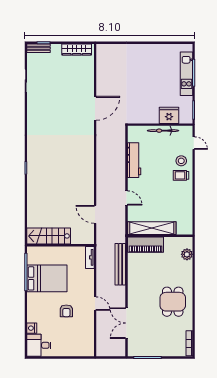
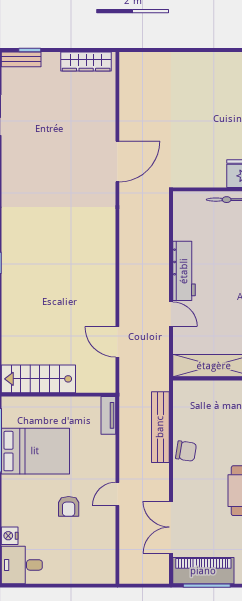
workbench: (134, 160) -> (184, 271), moved
piano: (146, 245) -> (203, 571), moved, turned 180
chair: (135, 278) -> (186, 451), added
door: (95, 304) -> (117, 494), swing flipped

